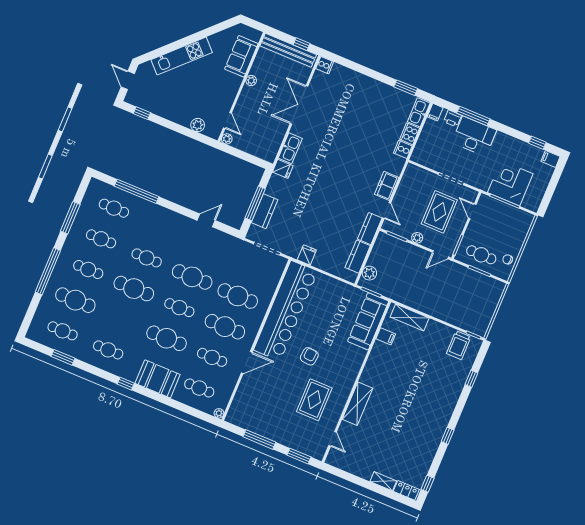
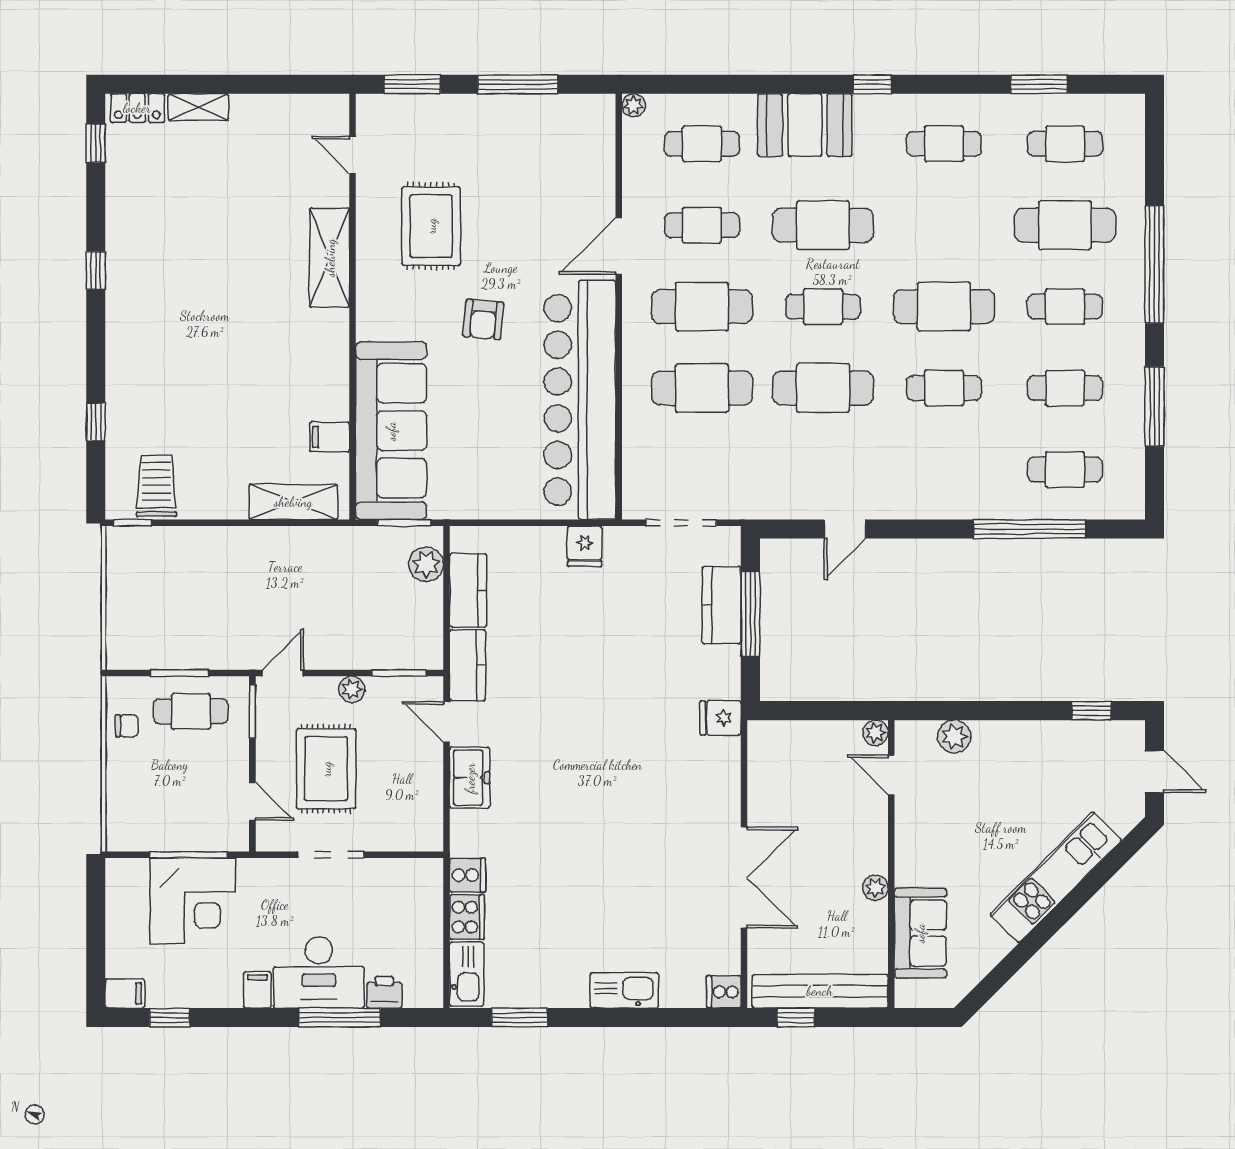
filing cabinet: (435, 112) -> (257, 990), moved
kitchen sink: (290, 148) -> (624, 990), moved, turned 90
sofa: (368, 321) -> (391, 431), width x1.36, depth x1.27

